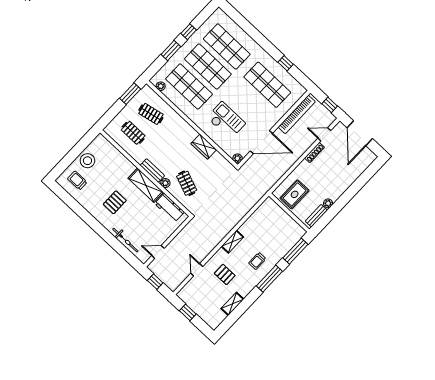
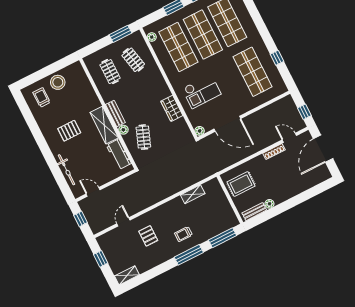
bookcase: (297, 114) -> (270, 110), removed
checkout: (226, 120) -> (202, 91), turned 90
shelving: (232, 242) -> (193, 194), moved
shelving: (232, 304) -> (127, 275), moved

